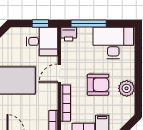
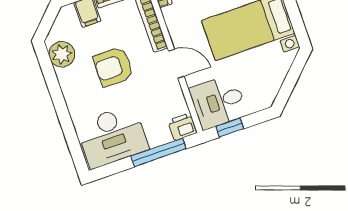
door: (59, 73) -> (176, 64), hinge flipped
plant: (127, 88) -> (62, 54), moved

